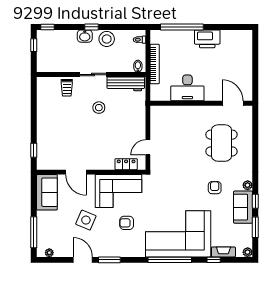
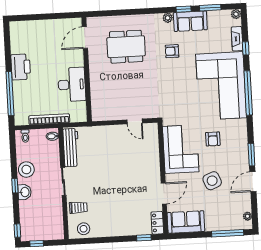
stool: (99, 108) -> (84, 229), moved
locker: (126, 164) -> (157, 223), moved
side table: (86, 220) -> (212, 181), turned 45

